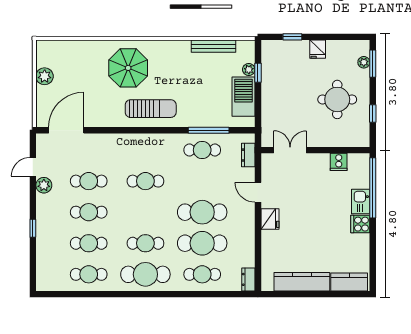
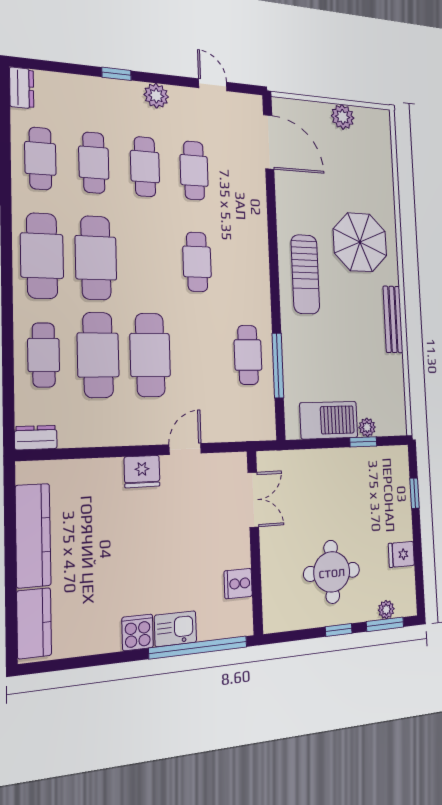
bench: (213, 46) -> (393, 319), moved
fridge: (318, 49) -> (401, 554), moved
window: (373, 114) -> (339, 630), moved
dresser: (248, 155) -> (22, 88), moved, turned 90
plant: (44, 185) -> (156, 96), moved
cafe table: (145, 243) -> (96, 258), width x1.37, depth x1.35

